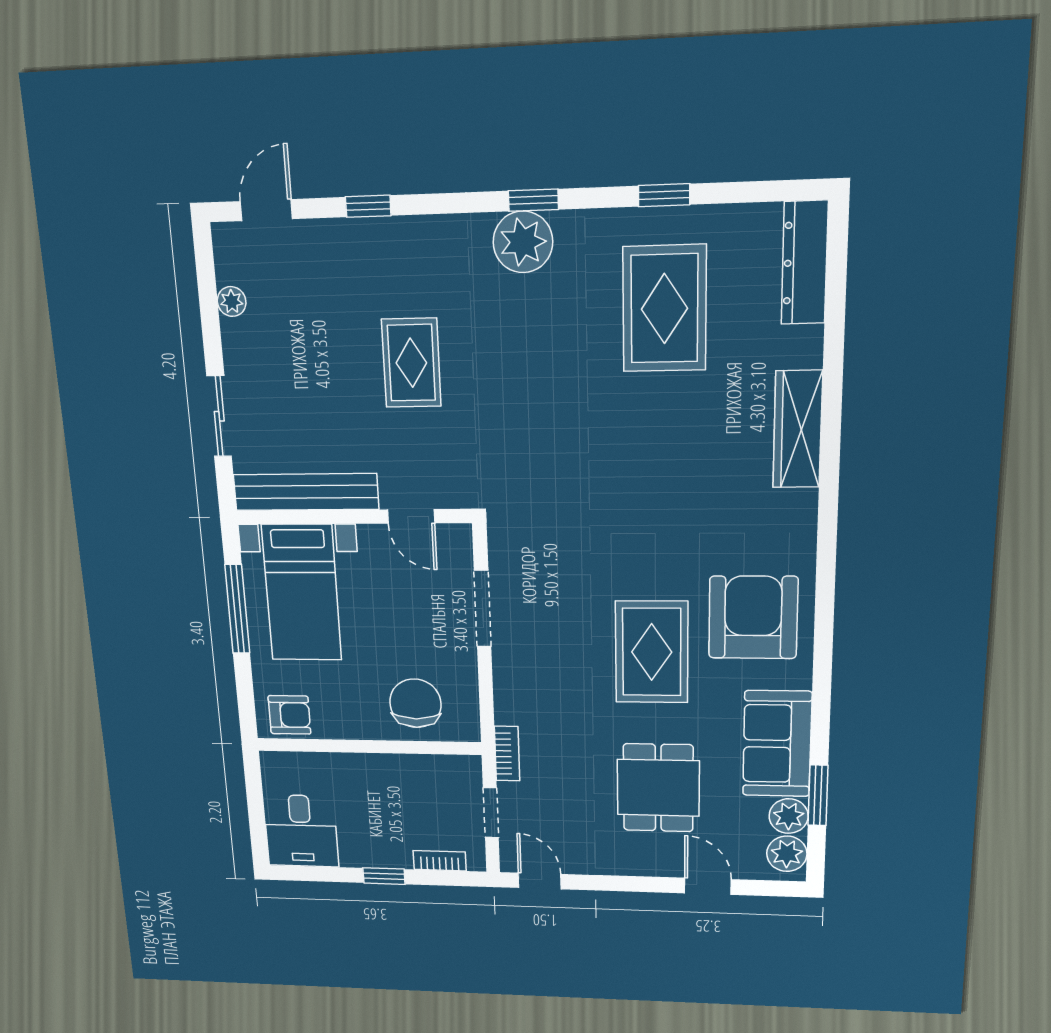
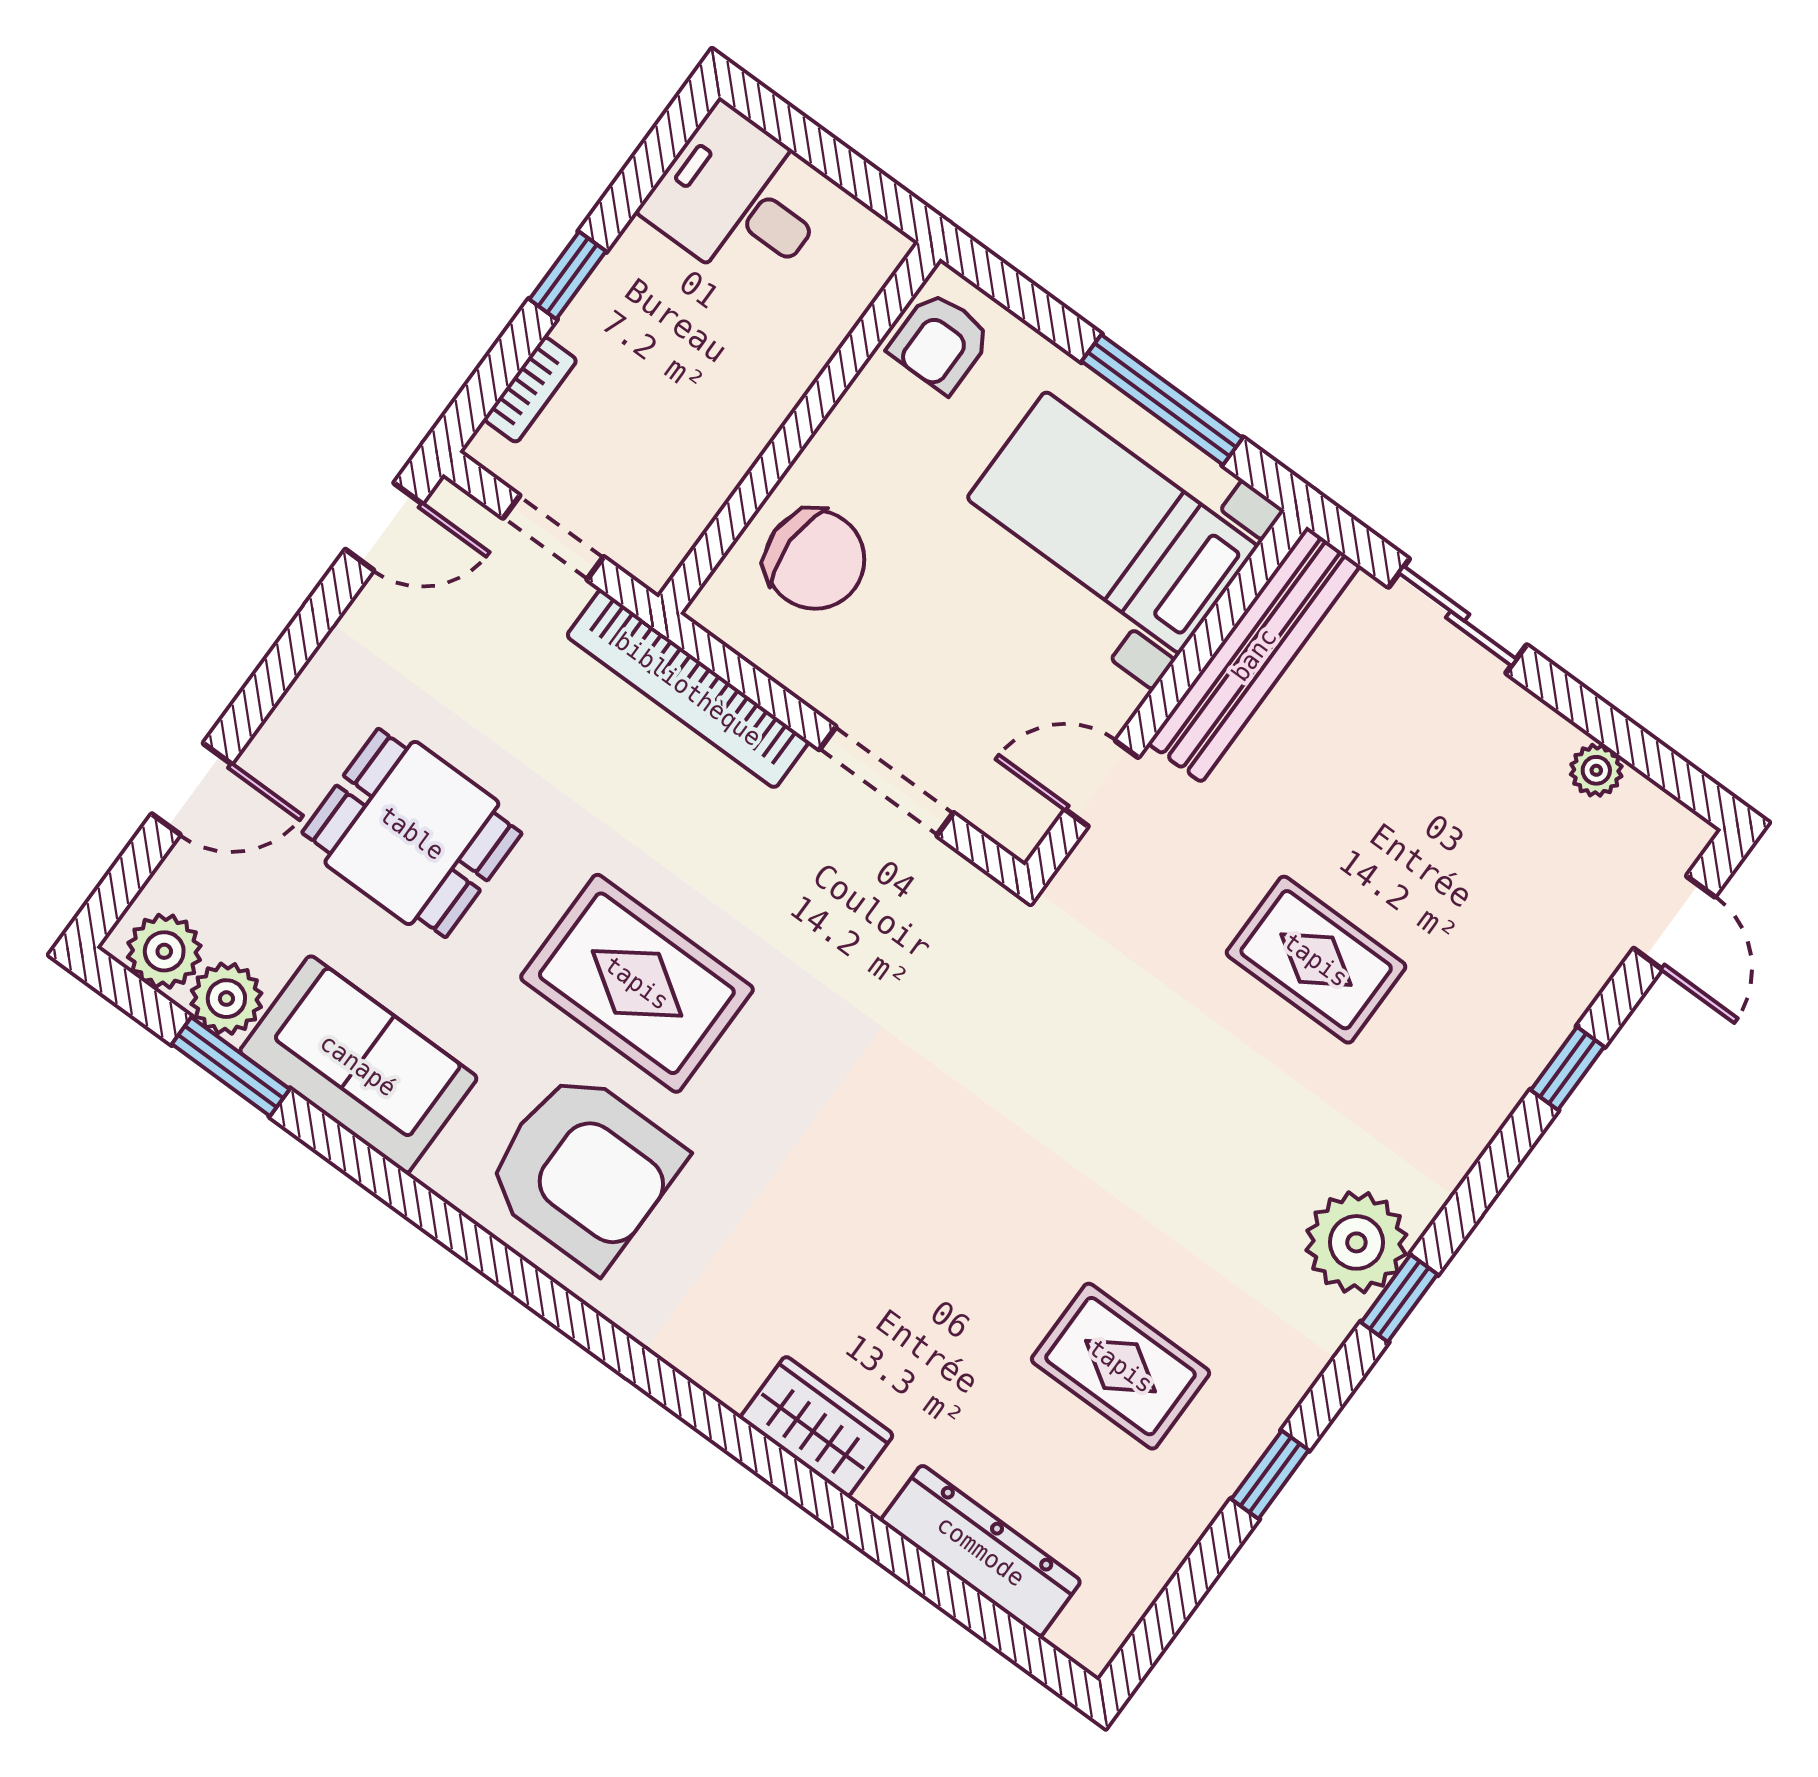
dresser: (805, 263) -> (981, 1551), moved
rug: (664, 309) -> (1121, 1366), width x0.73, depth x0.70
wardrobe: (798, 429) -> (817, 1426), width x0.67
bookcase: (507, 754) -> (688, 689), width x2.31, depth x1.31

